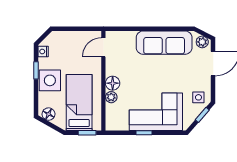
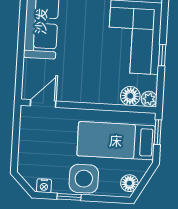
door: (103, 47) -> (43, 103), swing flipped
floor lamp: (113, 83) -> (130, 96), moved
plant: (111, 97) -> (149, 99), moved

